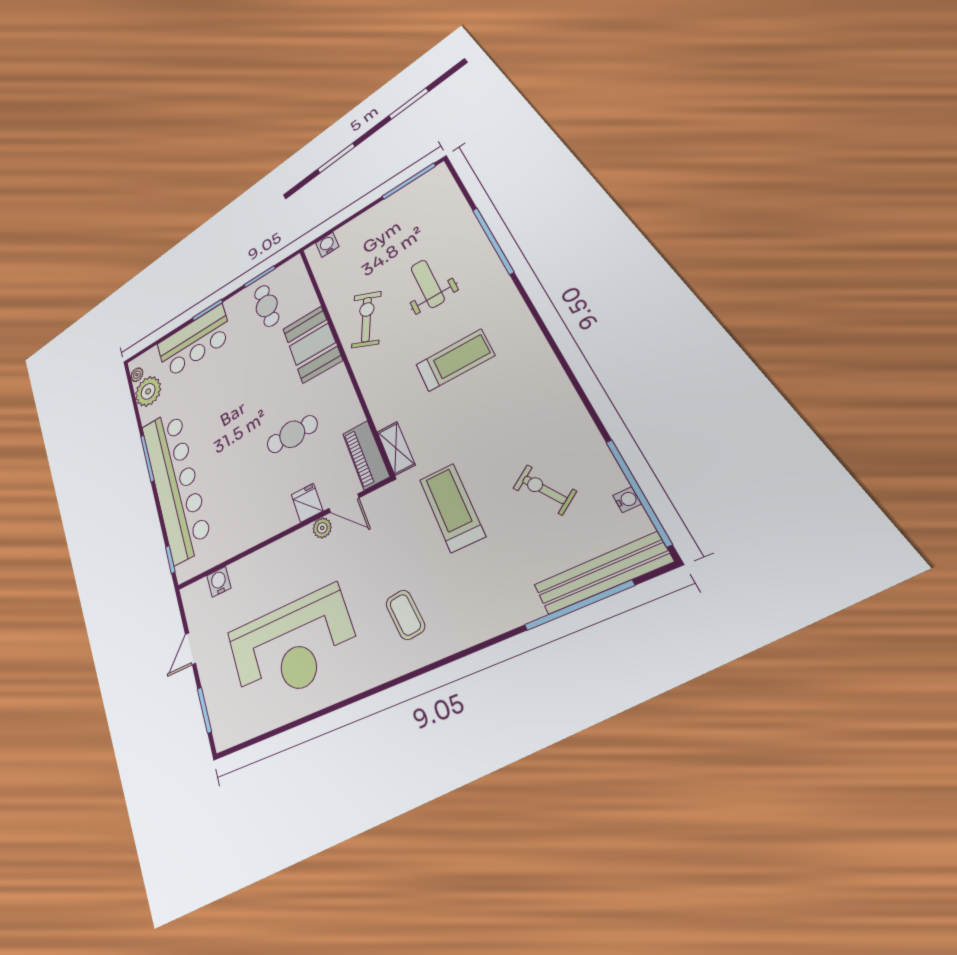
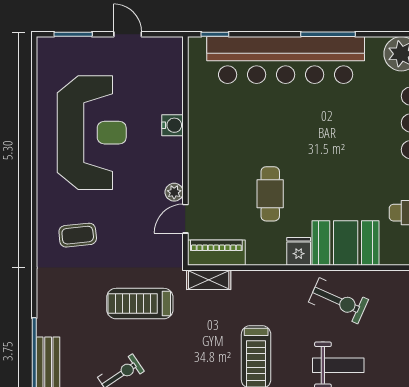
fridge: (307, 503) -> (299, 251), moved, turned -90
treadmill: (452, 508) -> (140, 304), turned 180
water cooler: (219, 582) -> (173, 125), moved
reception desk: (292, 646) -> (92, 133), turned 180

